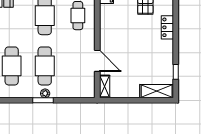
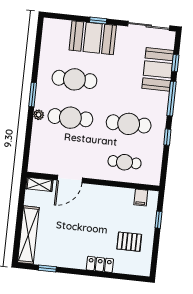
shelving: (157, 91) -> (28, 235), width x1.47
window: (43, 100) -> (33, 95), moved

